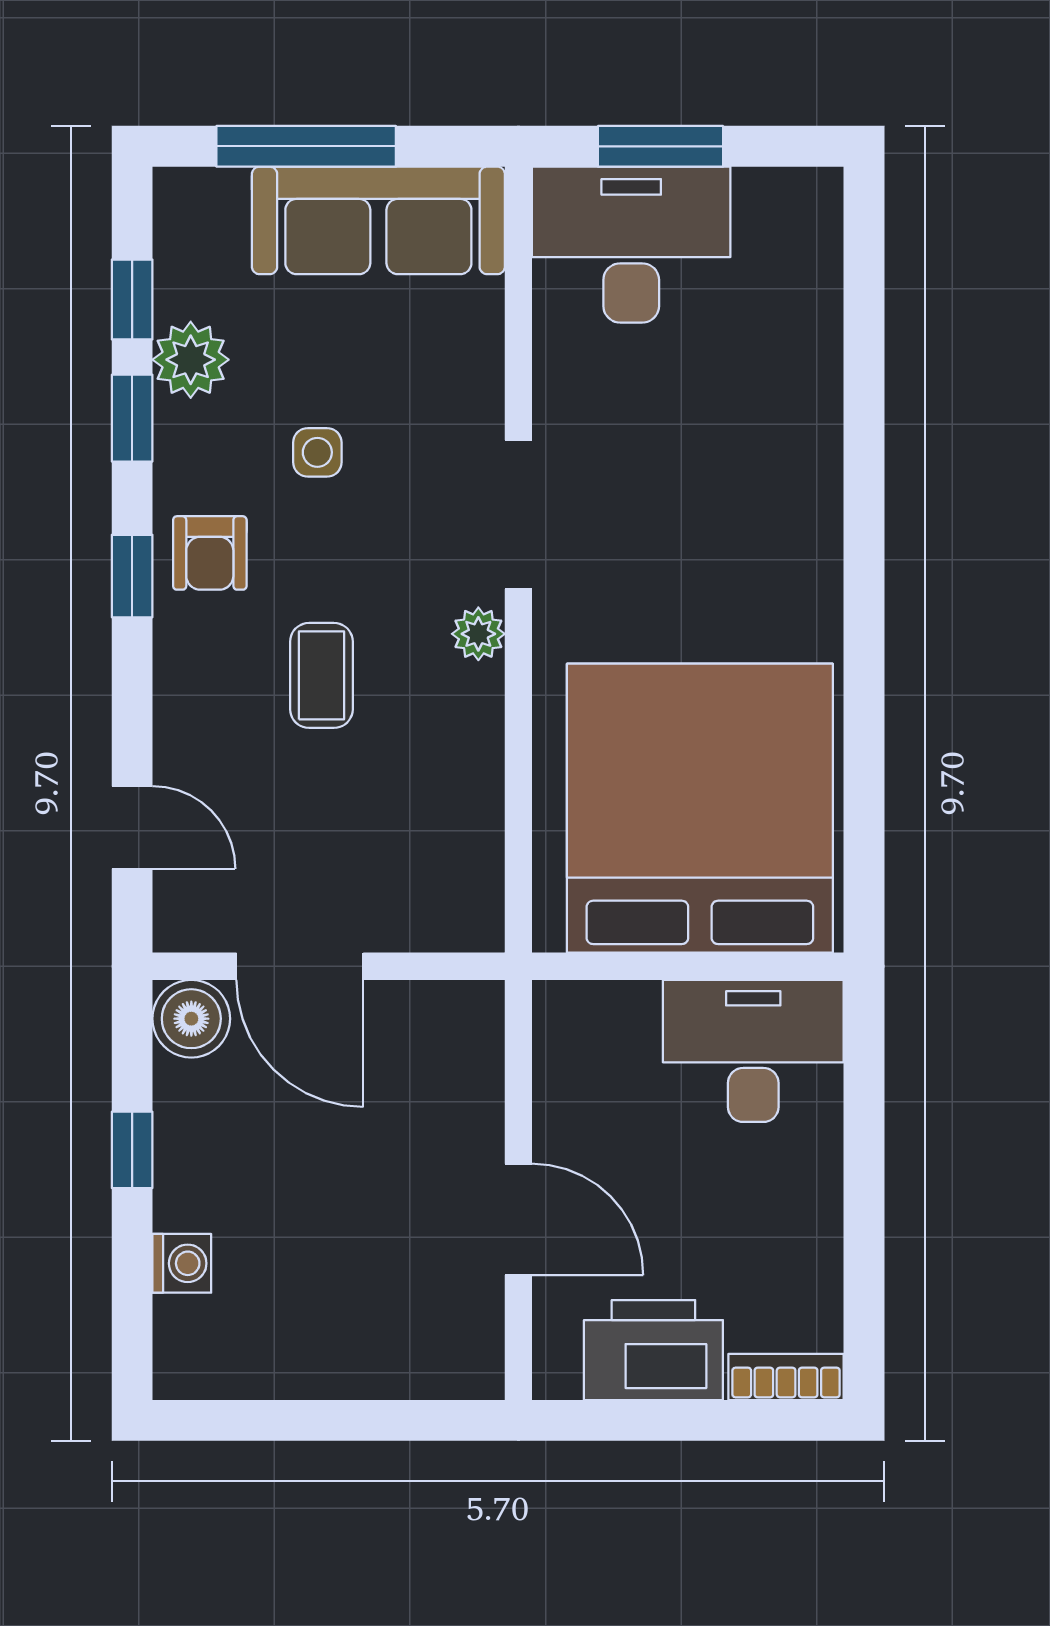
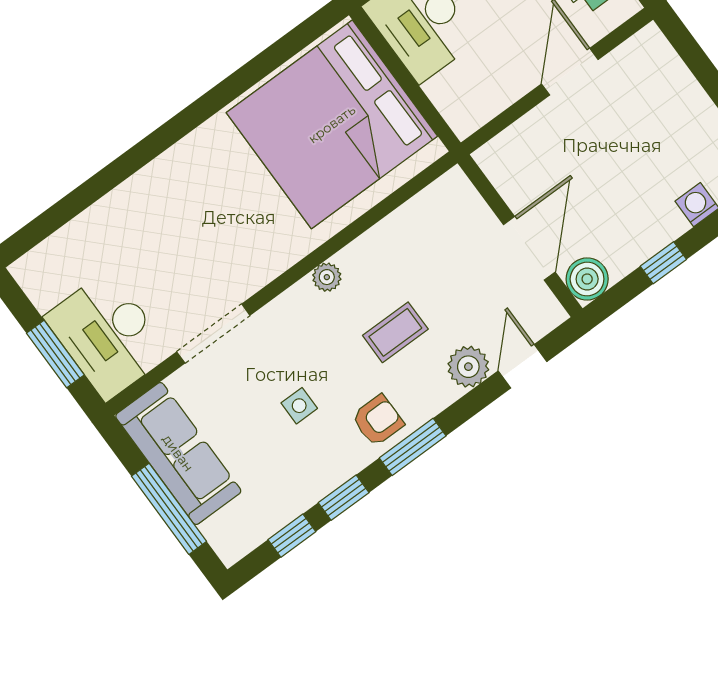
plant: (191, 360) -> (468, 367), moved
doorway: (518, 515) -> (213, 334), moved
window: (132, 576) -> (413, 447), width x1.50

